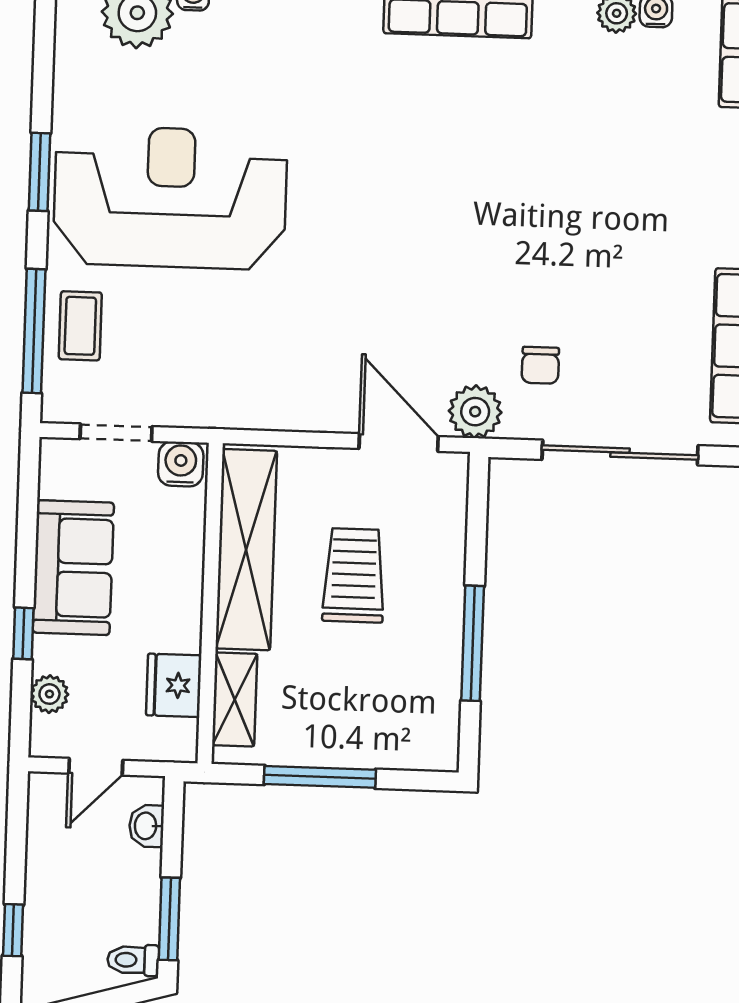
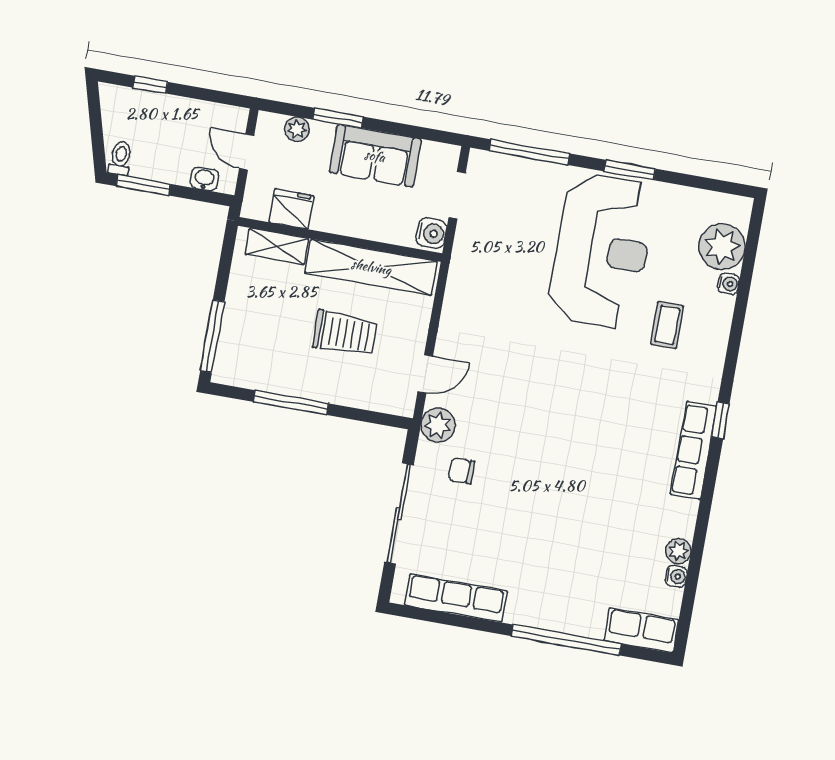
coffee table: (80, 326) -> (667, 325), moved, turned 90
door: (399, 442) -> (425, 374), width x0.73
window: (23, 633) -> (338, 118), width x1.50
window: (320, 777) -> (212, 336), moved

